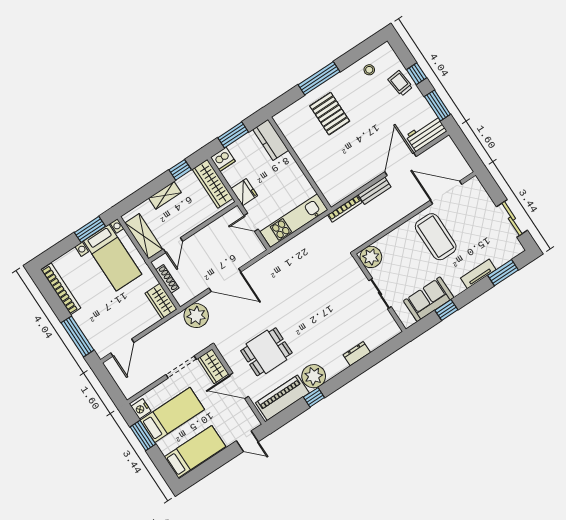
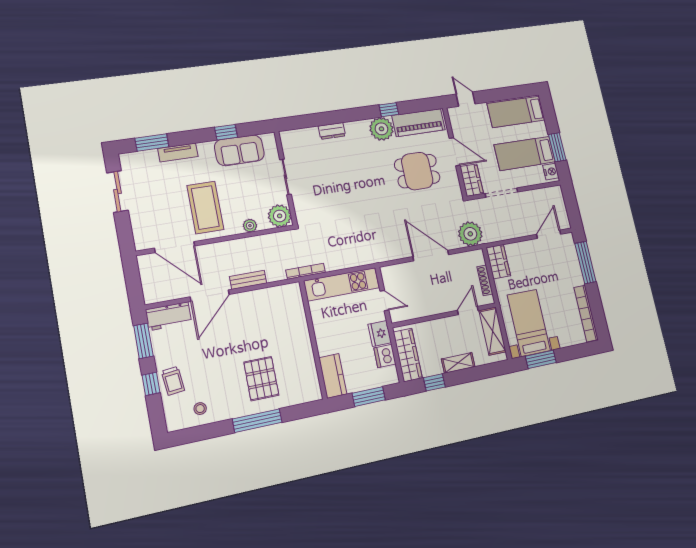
dishwasher: (223, 159) -> (385, 356), moved, turned -90
bookcase: (345, 209) -> (306, 271), moved
plant: (392, 238) -> (250, 226), added

